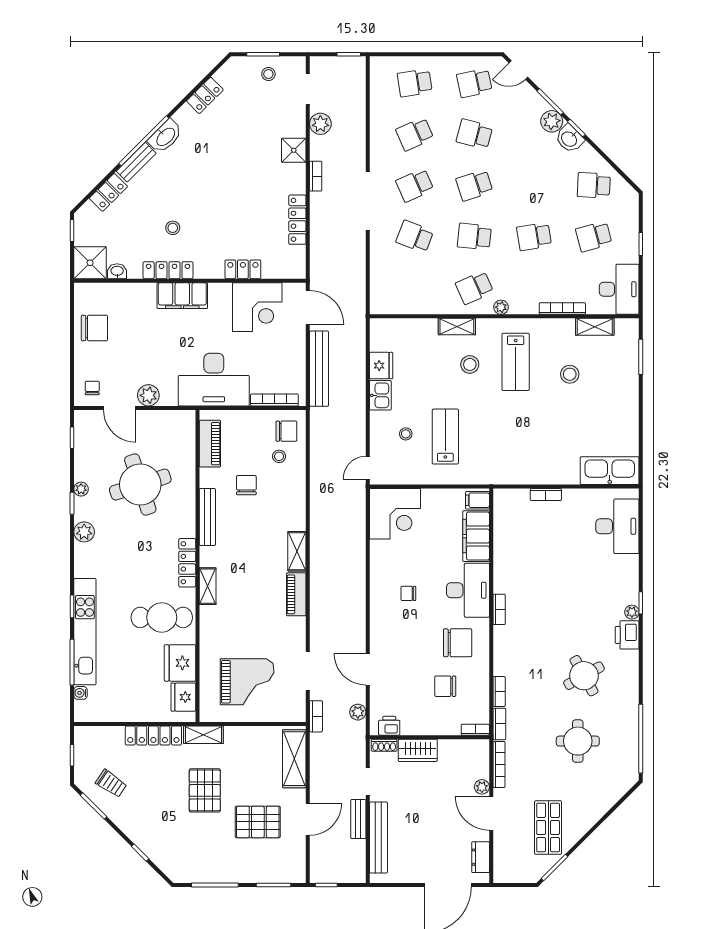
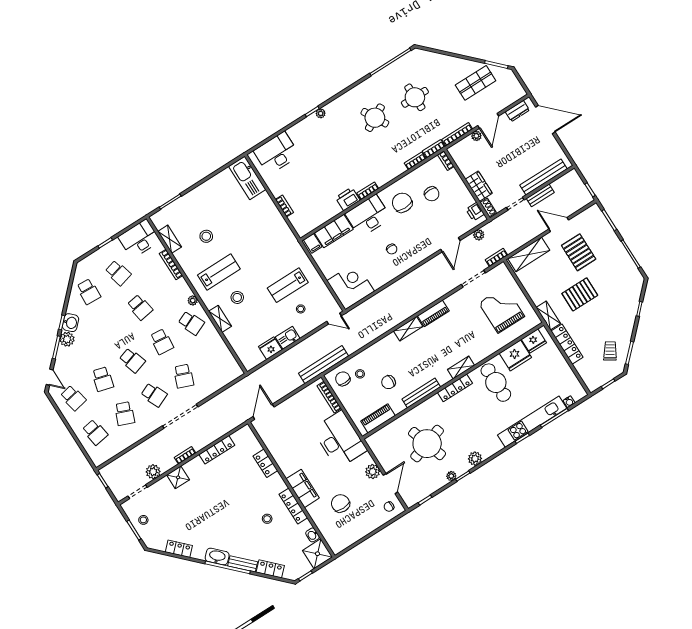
school desk: (415, 134) -> (124, 414), turned 45
corner desk: (257, 307) -> (282, 441), removed
chair: (94, 328) -> (340, 503), moved
bench: (319, 369) -> (324, 365), moved
printer: (627, 635) -> (348, 199), moved, turned 180

